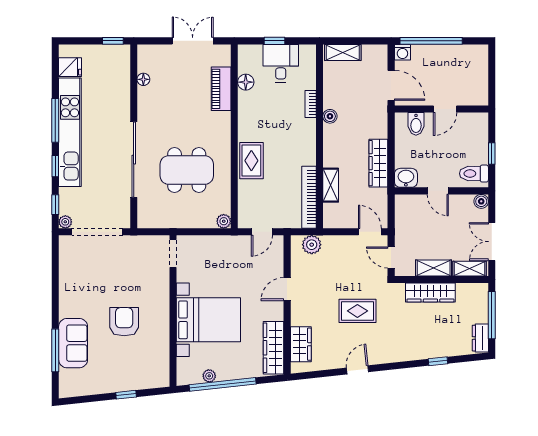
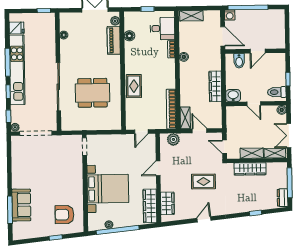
desk: (281, 63) -> (162, 28), moved, turned 90
shelving: (331, 185) -> (185, 118), moved
plant: (224, 221) -> (115, 21), moved
door: (370, 232) -> (199, 131), moved
armchair: (124, 322) -> (64, 215), moved, turned -90

